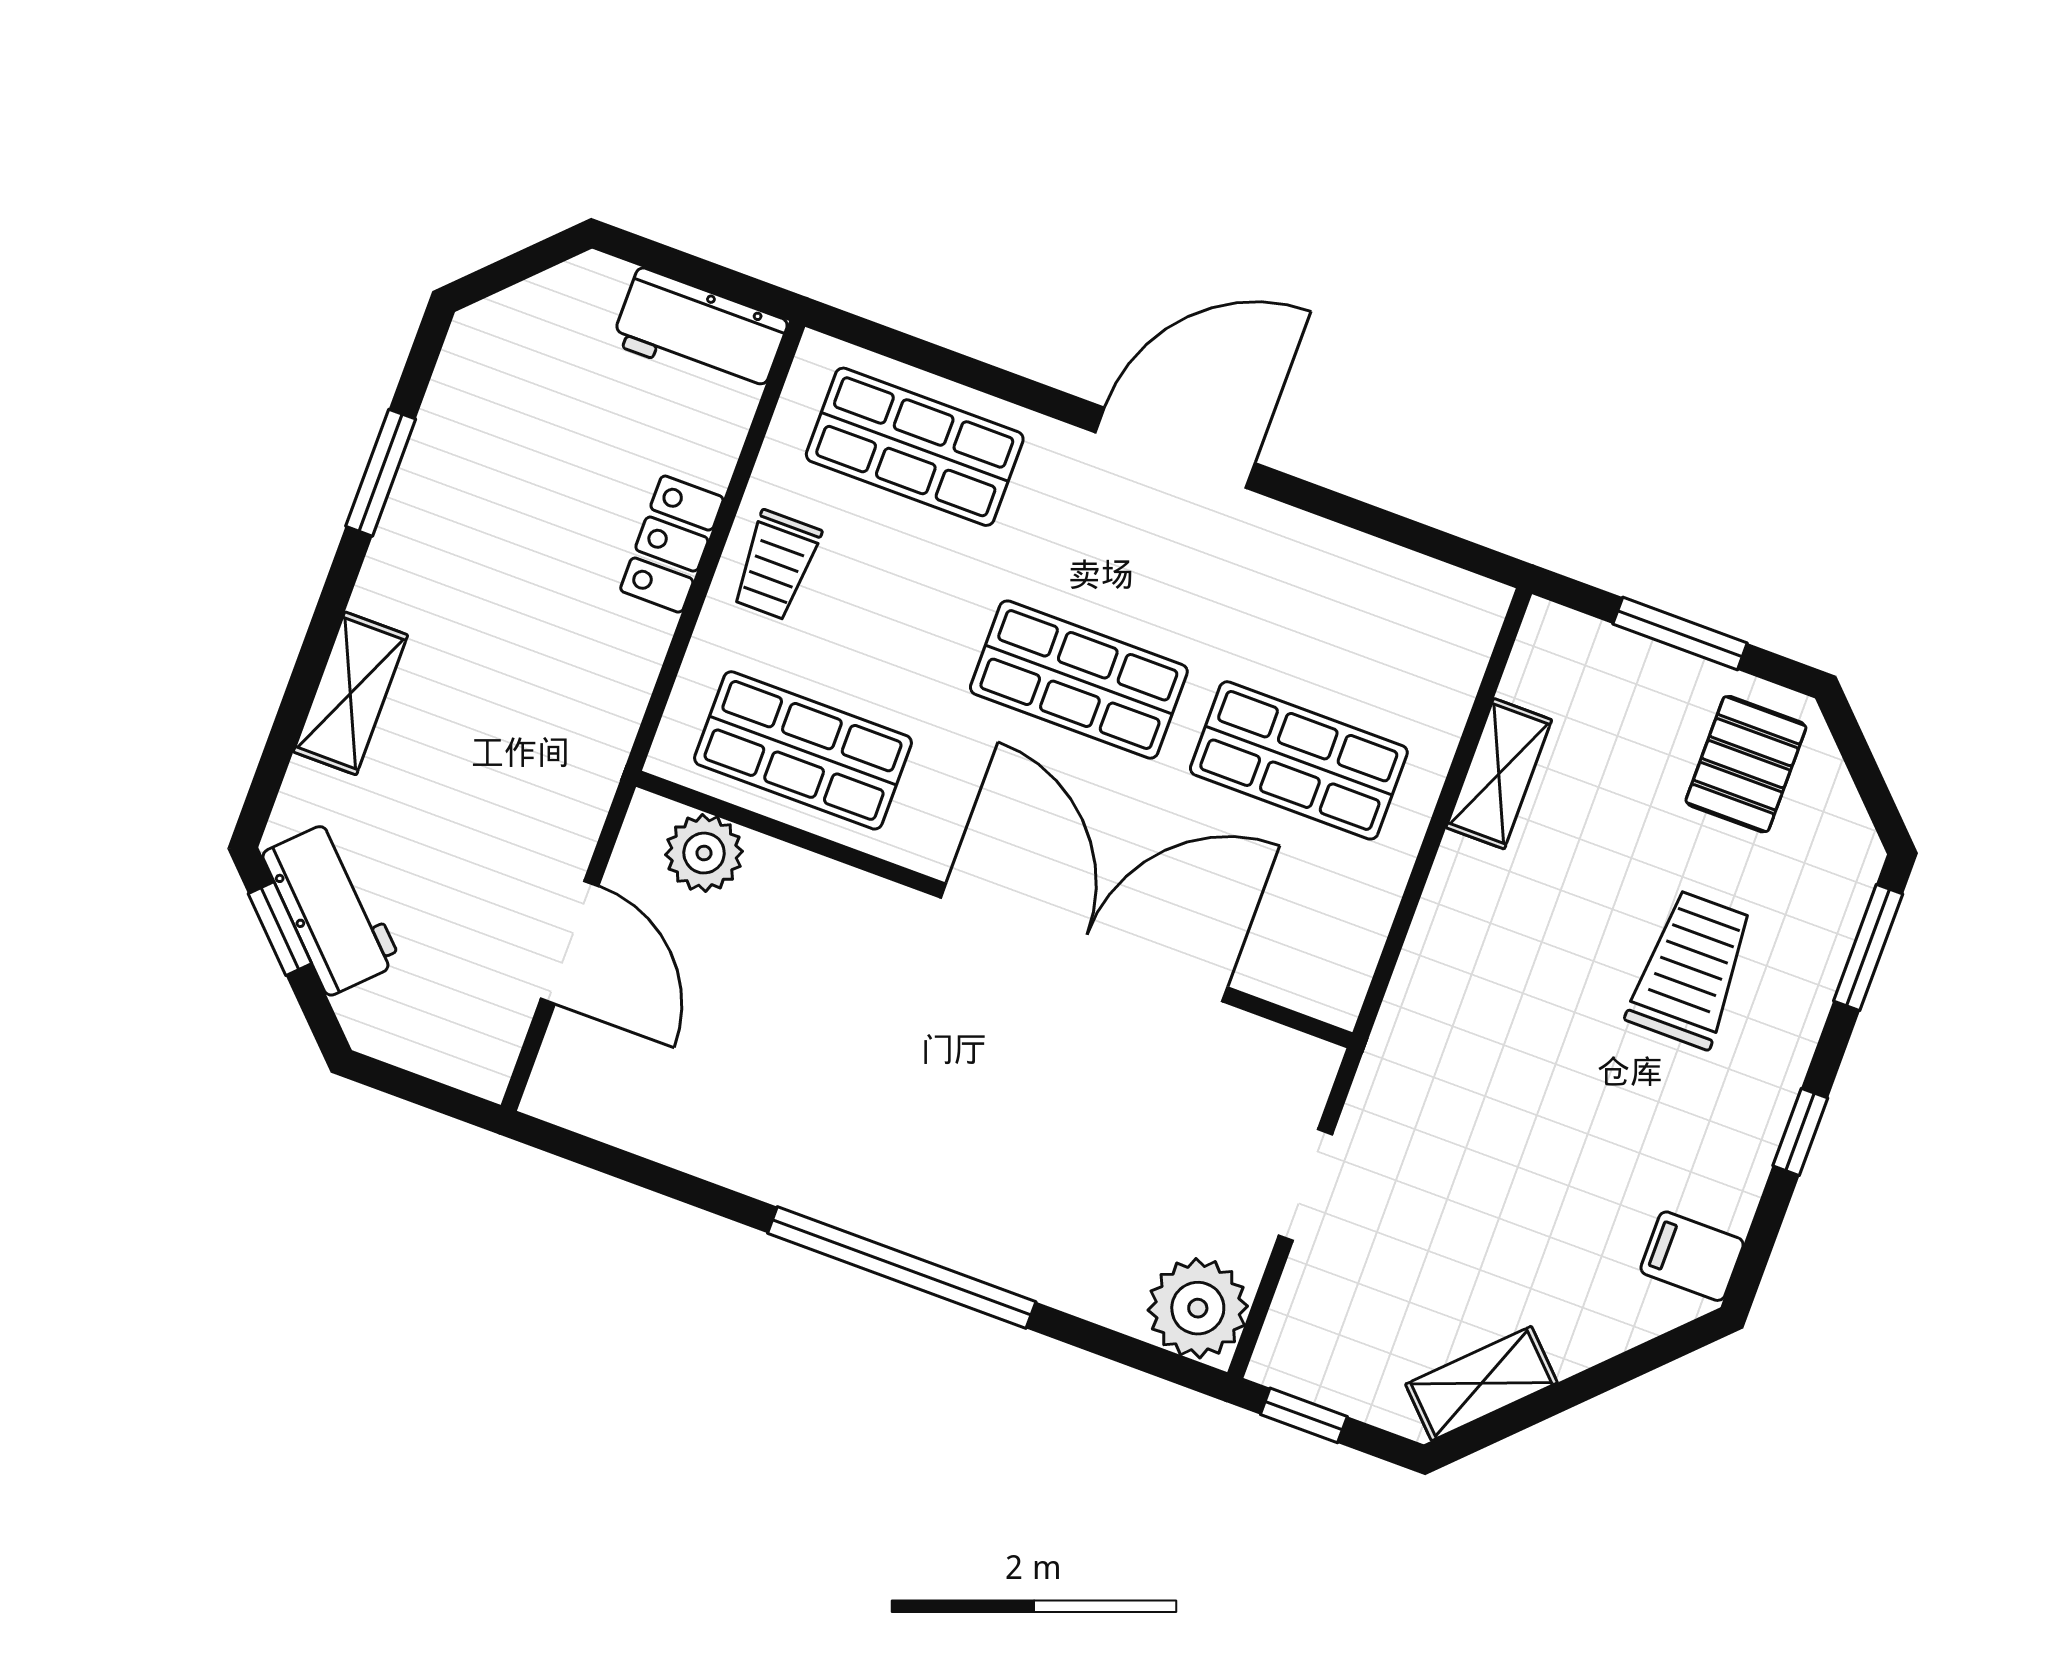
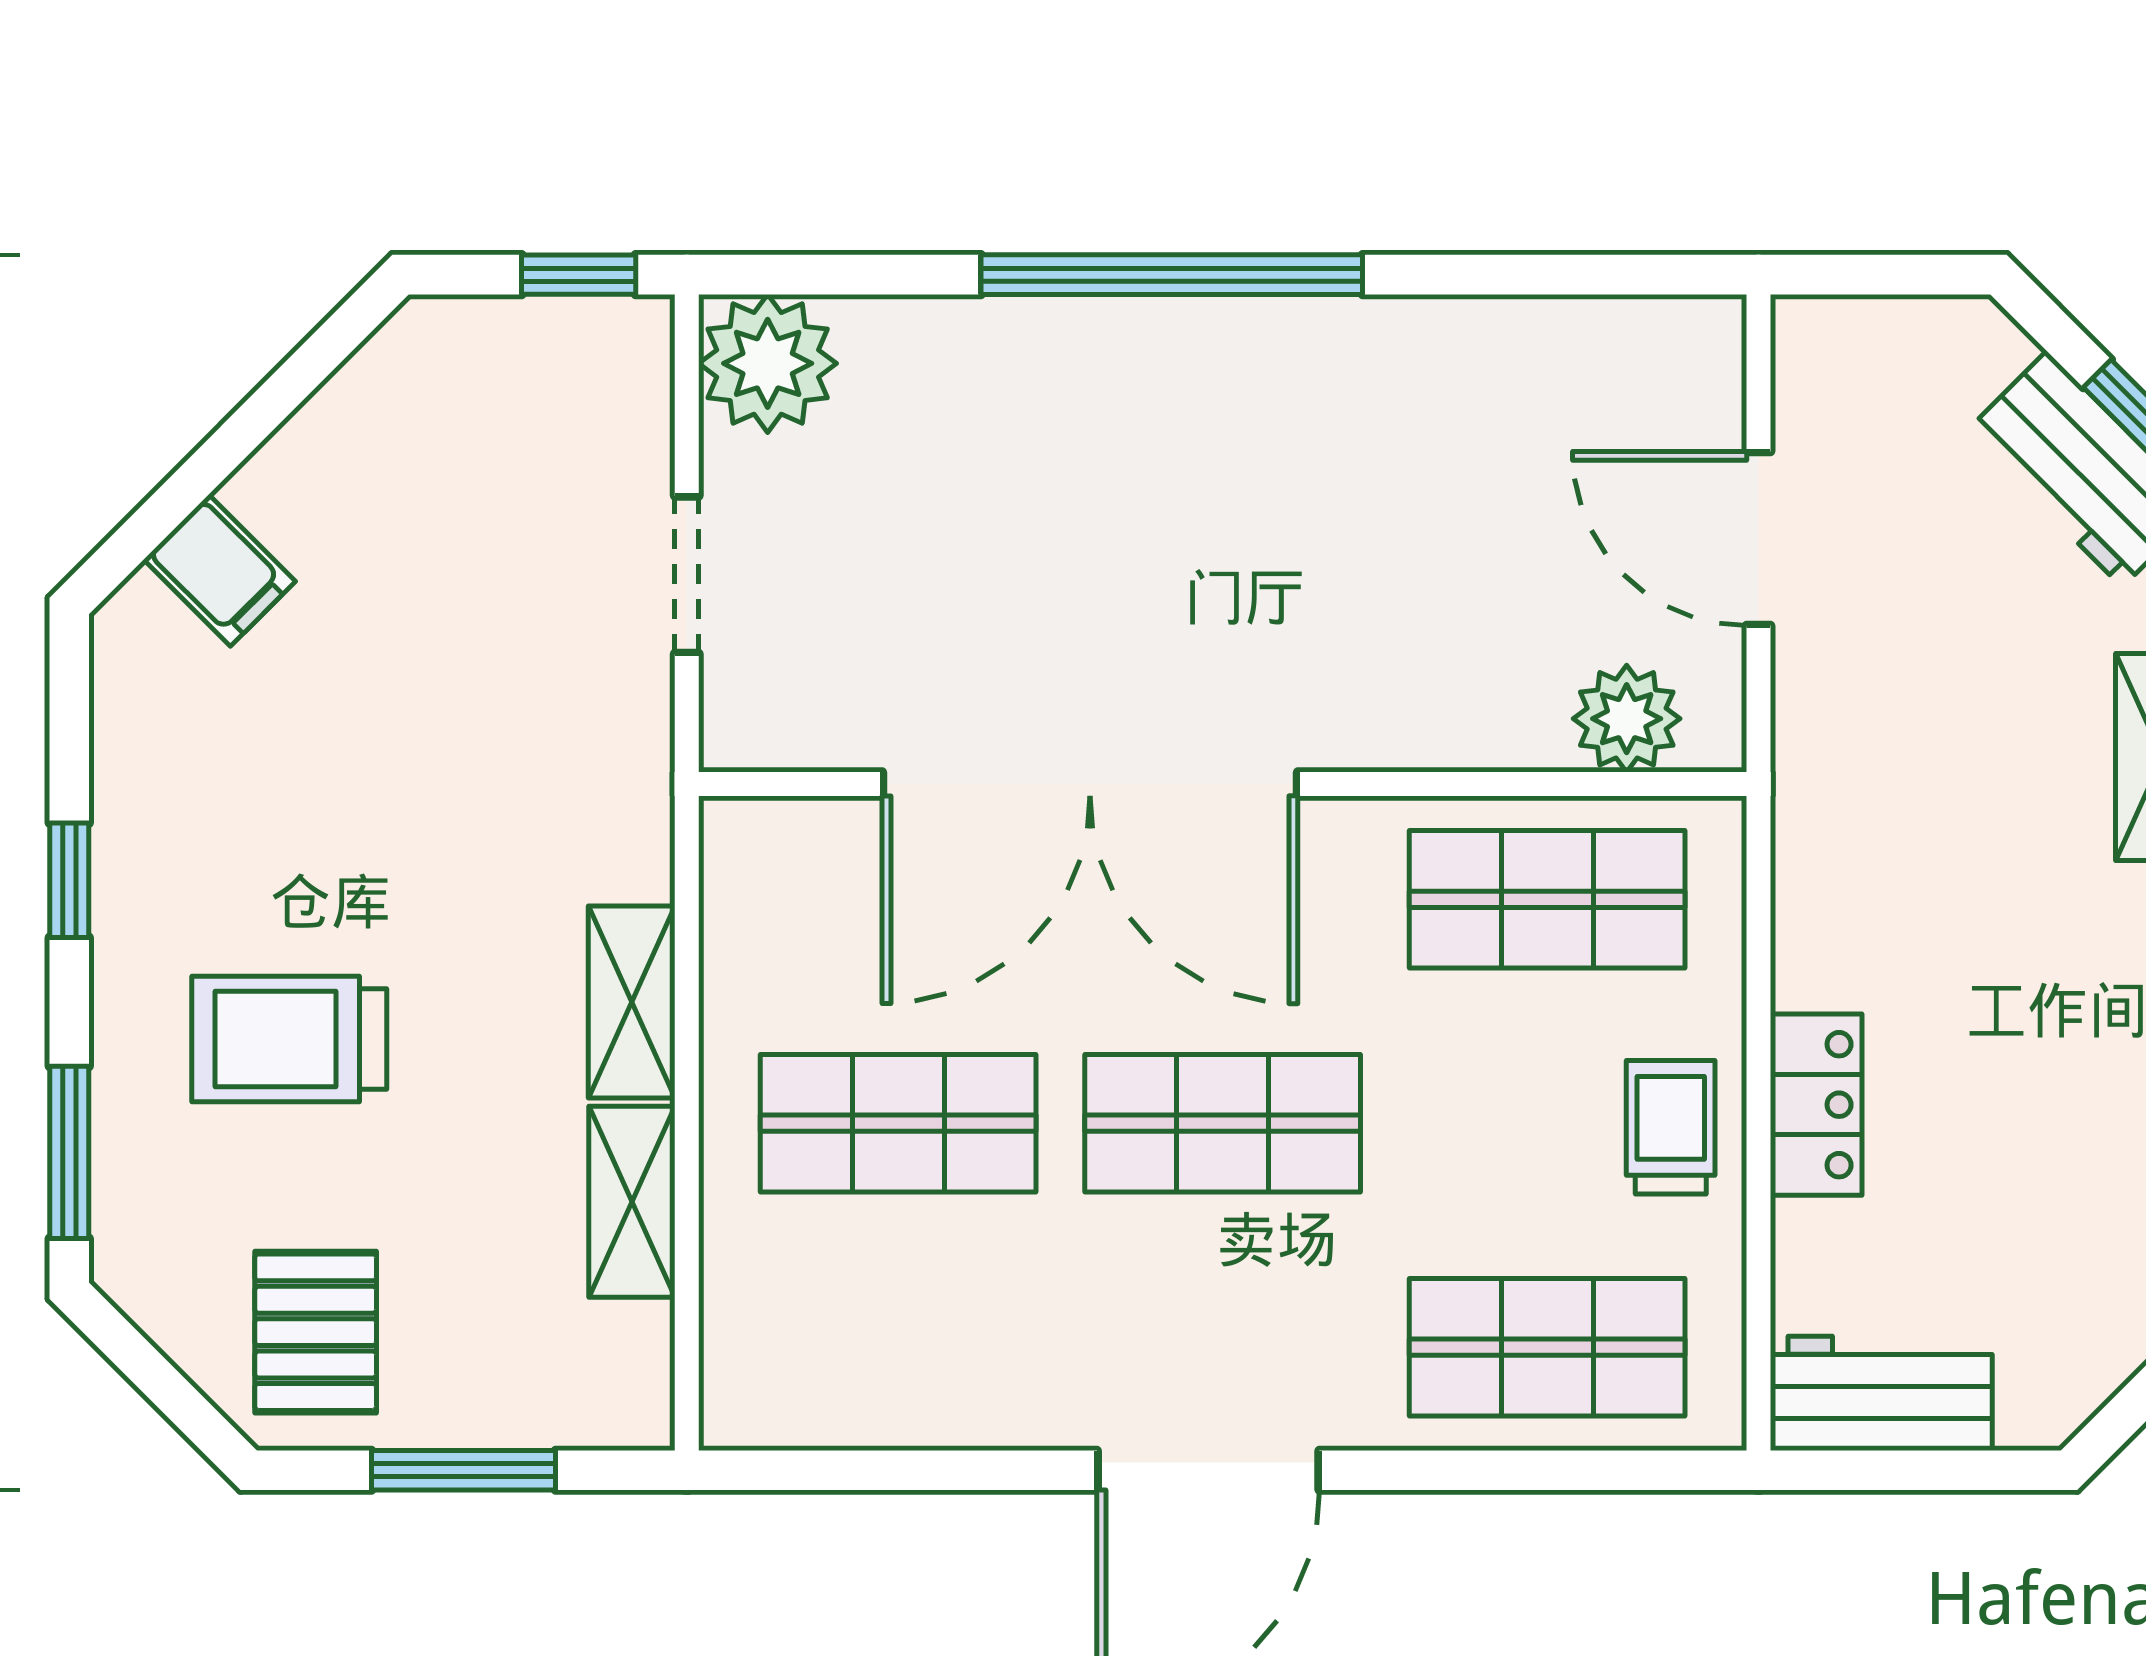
trolley: (1691, 969) -> (289, 1039), turned 90
filing cabinet: (1692, 1256) -> (220, 570), moved, turned 45
shelving: (1481, 1383) -> (632, 1002), moved, turned -45

